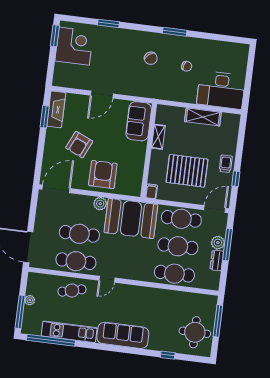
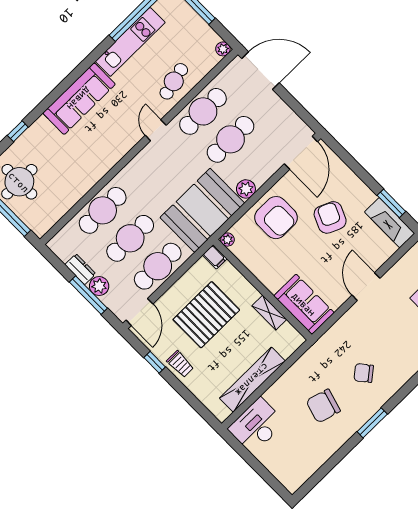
chair: (187, 66) -> (323, 406), width x1.87, depth x1.87
desk: (221, 90) -> (257, 426), width x0.73, depth x0.77
shelving: (203, 117) -> (252, 380), width x1.47
plant: (136, 192) -> (227, 240), added
plant: (30, 300) -> (223, 49), moved

